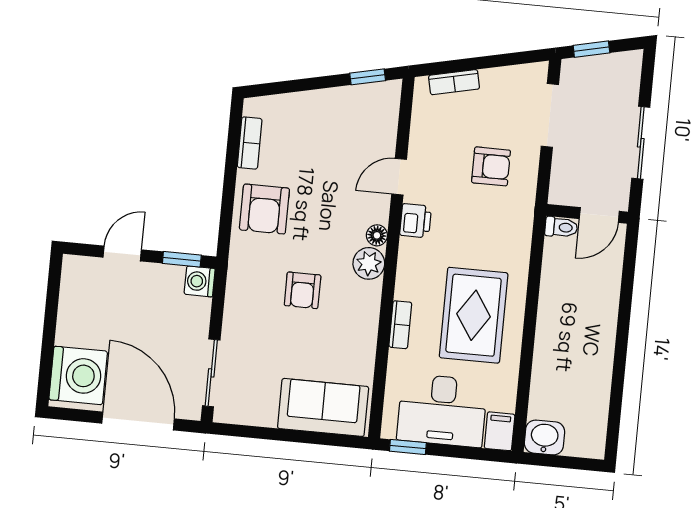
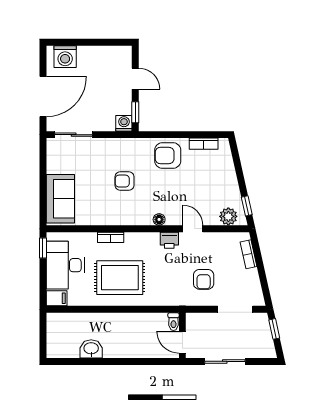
plant: (369, 263) -> (228, 216), moved
washing machine: (78, 375) -> (65, 57), width x0.73, depth x0.73
washbasin: (544, 437) -> (91, 349), moved, turned -90

